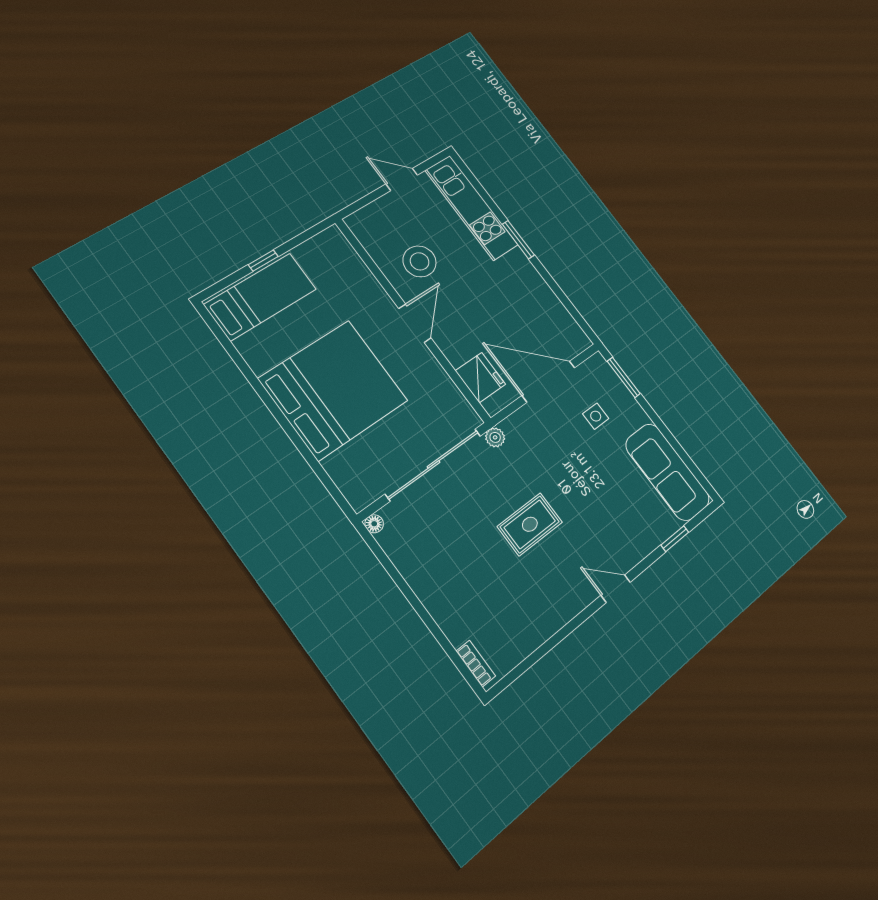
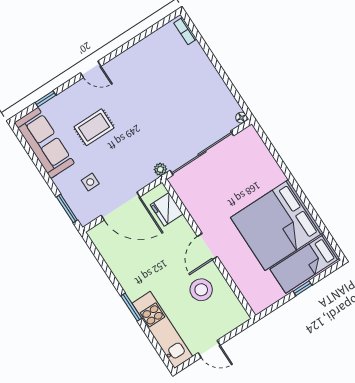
bed: (334, 390) -> (277, 225), moved
rug: (530, 524) -> (94, 127), moved

